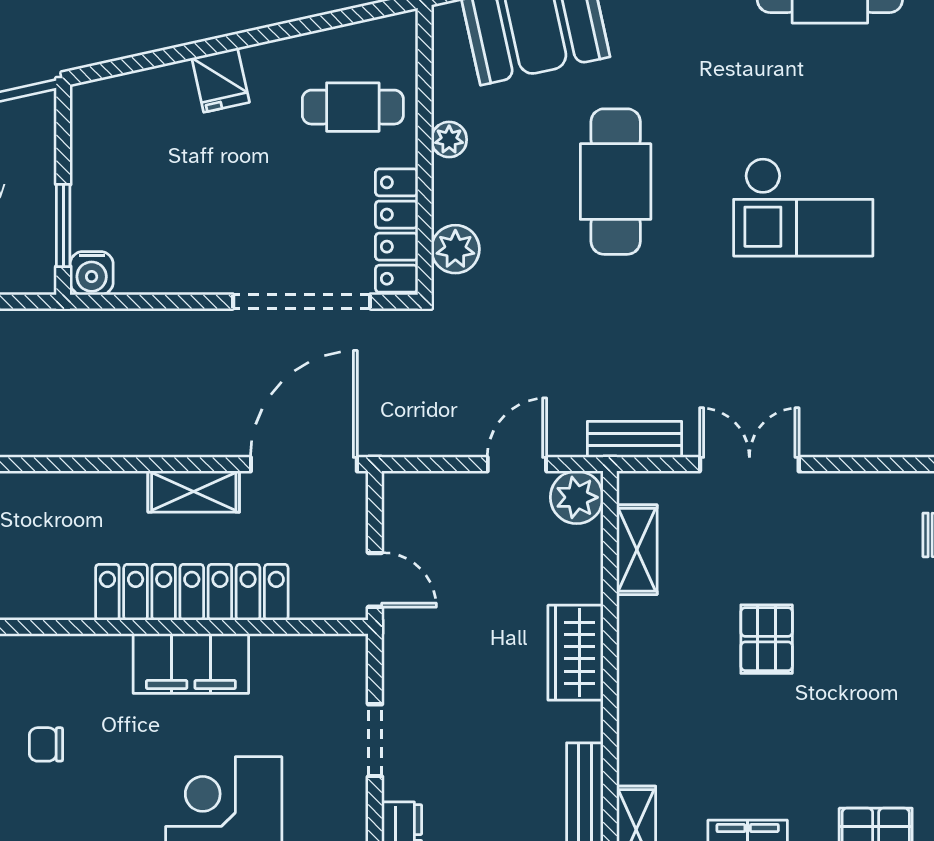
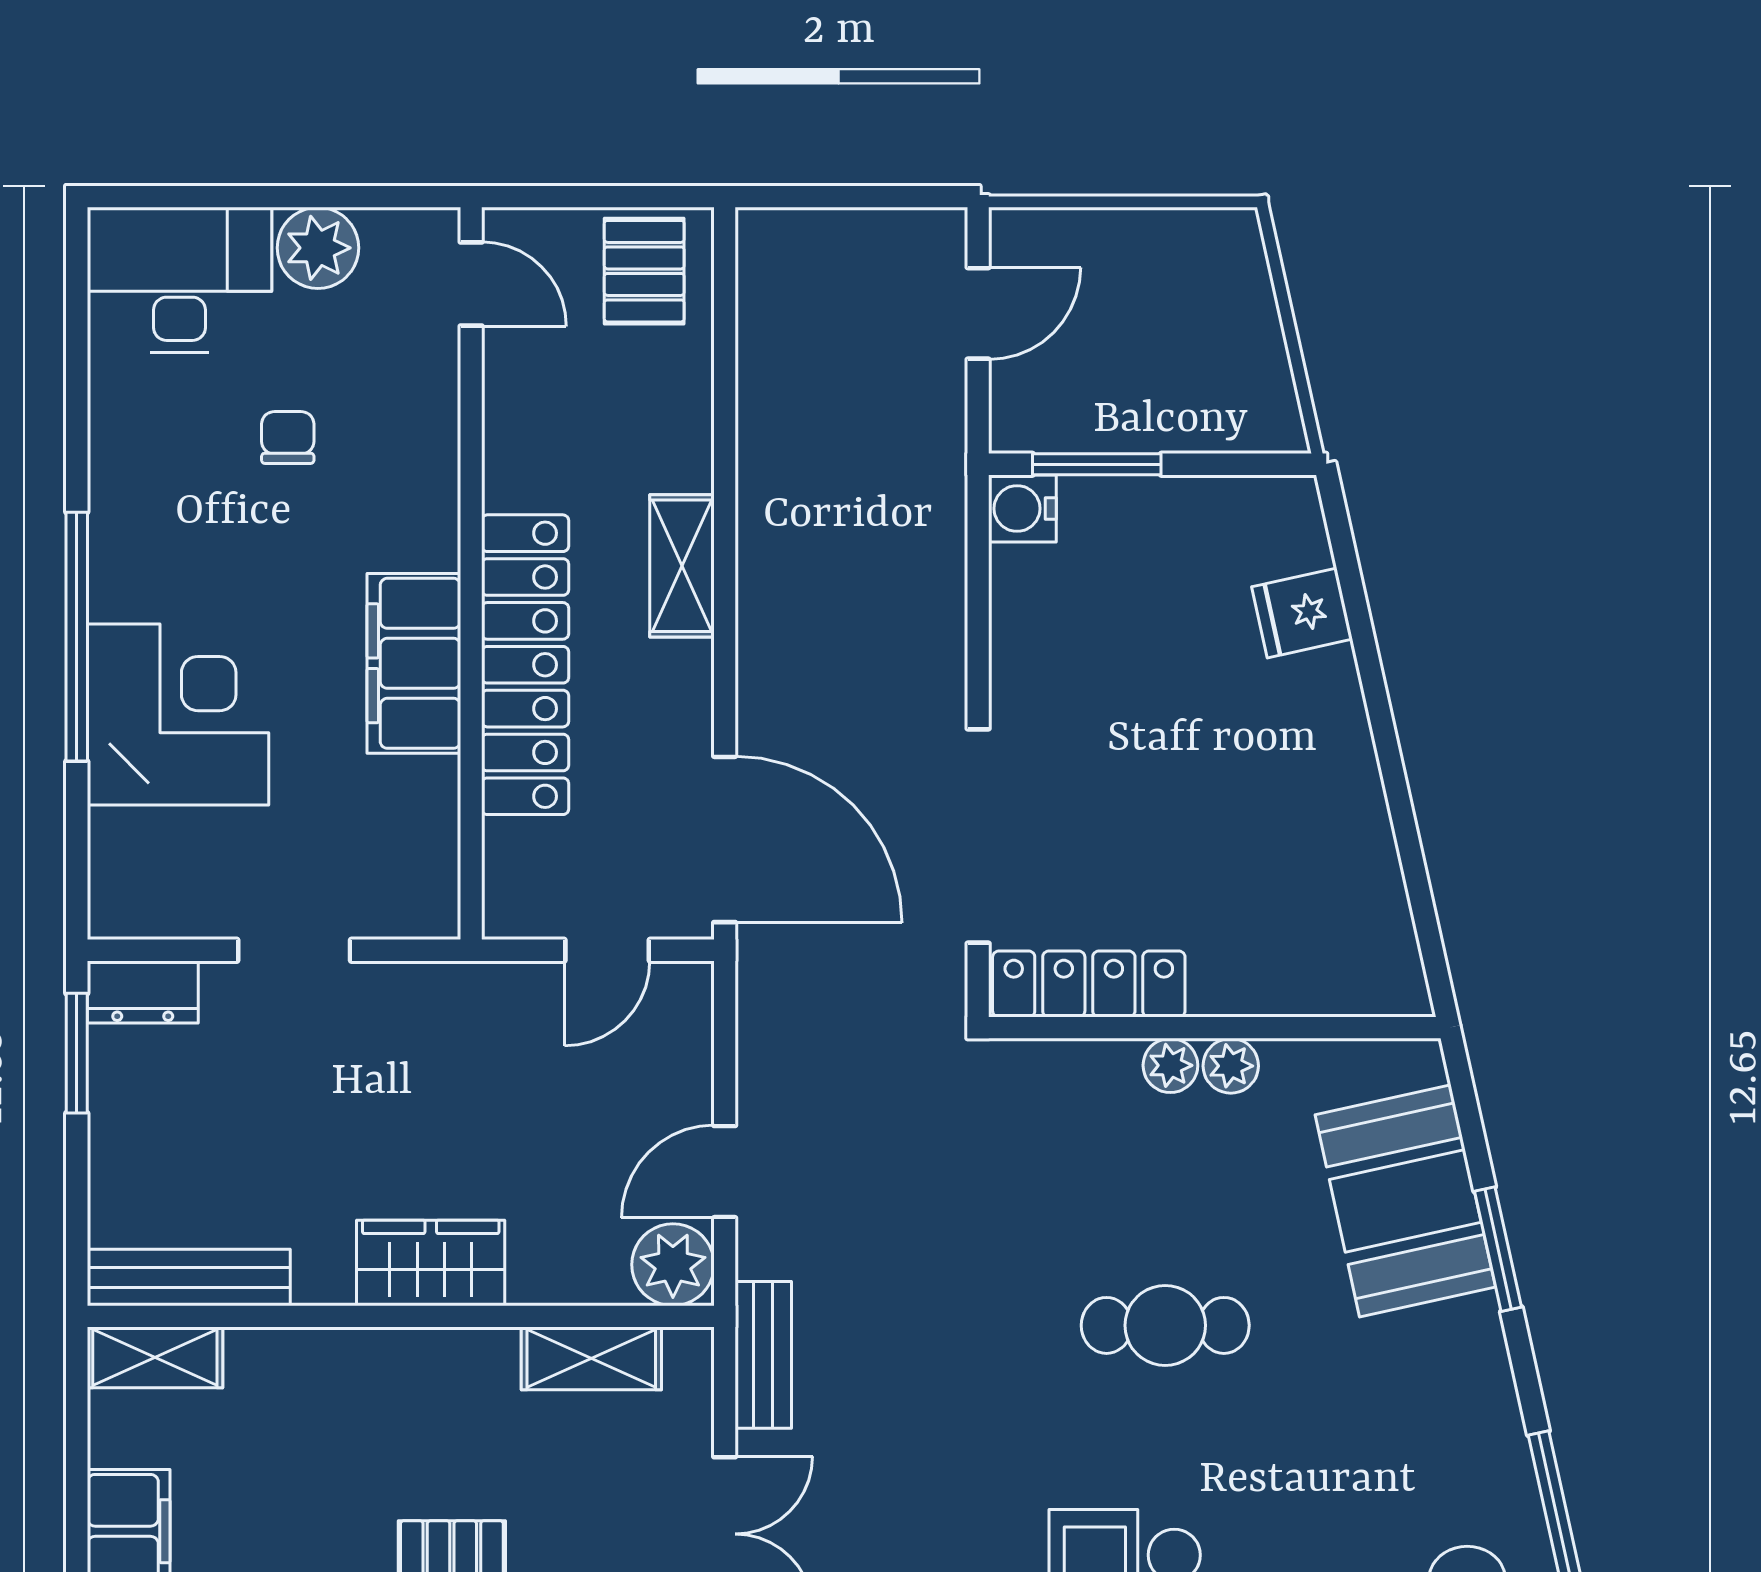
fridge: (221, 80) -> (1302, 613), moved
cafe table: (353, 107) -> (1281, 916), removed
cafe table: (616, 182) -> (1165, 1325), width x0.73, depth x0.74
plant: (455, 249) -> (1170, 1065), moved, width x0.73, depth x0.73
door: (517, 464) -> (725, 1172), swing flipped
shelving: (194, 492) -> (682, 566), moved
door: (375, 580) -> (607, 950), moved

